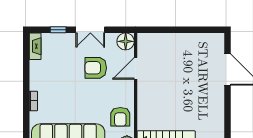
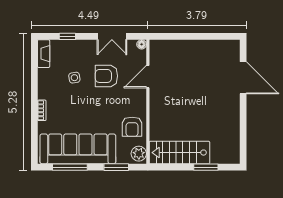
double door: (90, 30) -> (112, 36), moved
floor lamp: (126, 41) -> (142, 44), width x0.53, depth x0.53
side table: (65, 69) -> (74, 78), added

